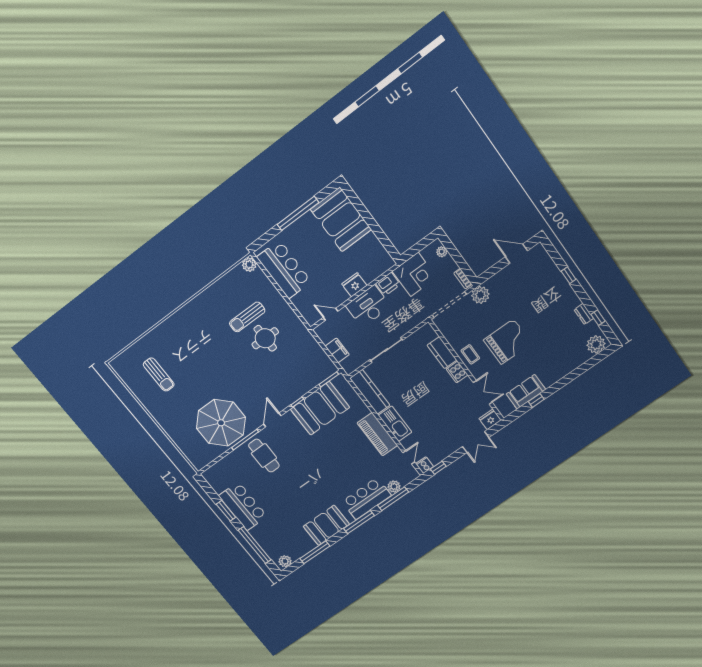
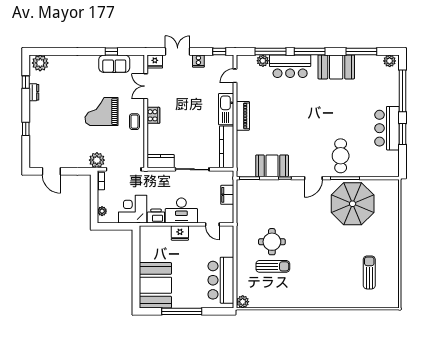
kitchen counter: (442, 353) -> (161, 161), moved, turned -90
booth: (320, 408) -> (272, 166), width x0.73, depth x0.70
piano: (377, 434) -> (243, 116), width x0.73, depth x0.75
cooker: (425, 465) -> (198, 61), moved

